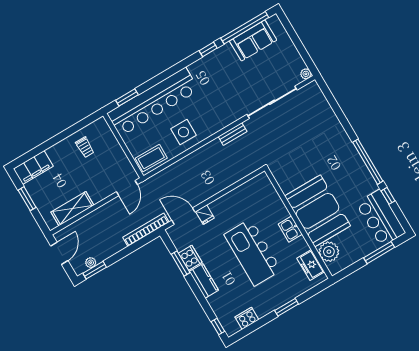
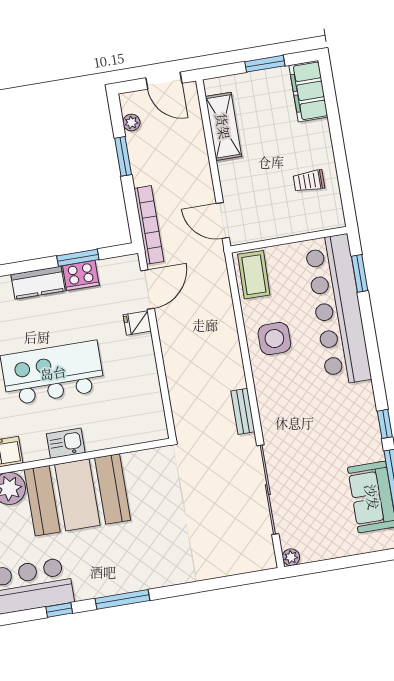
window: (368, 162) -> (122, 599), width x0.68
window: (95, 270) -> (123, 156), moved

